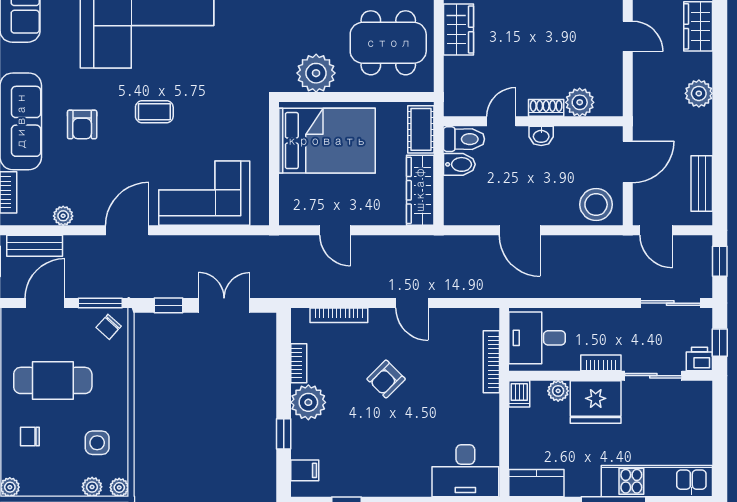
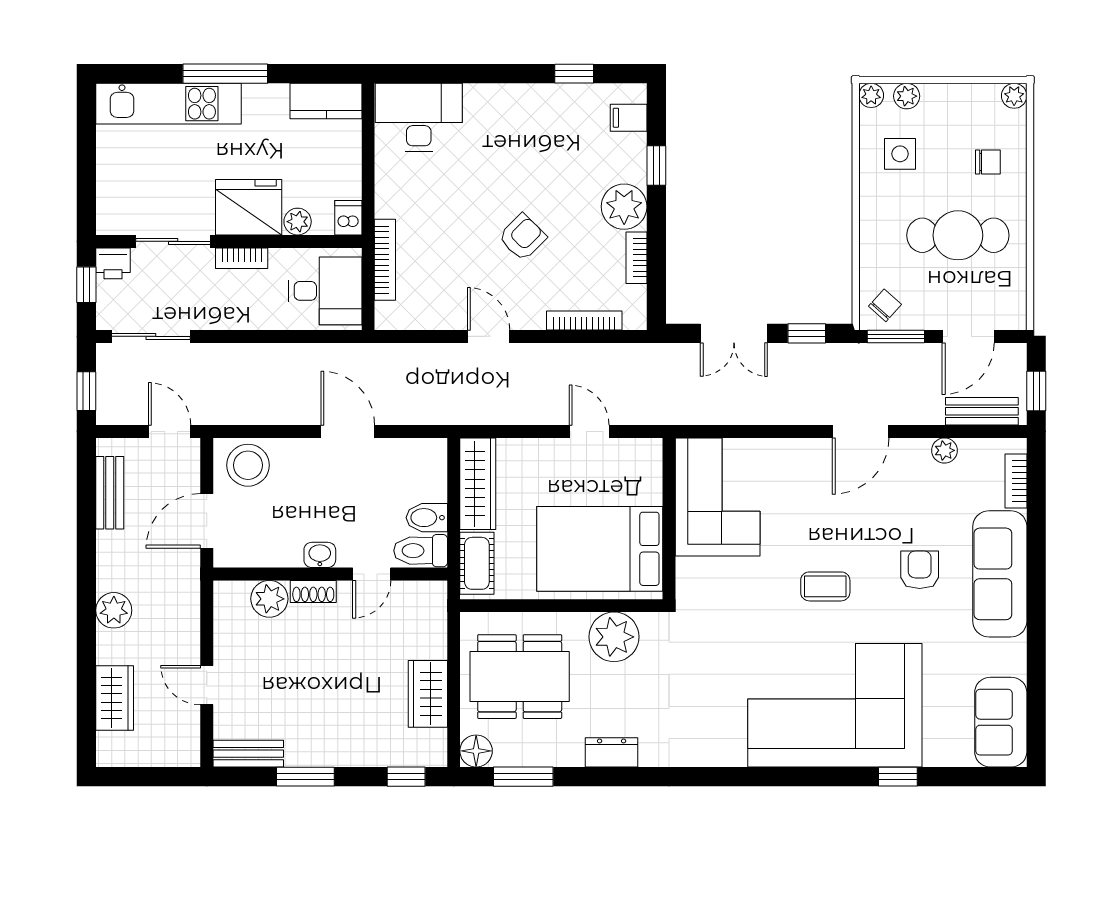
corner sofa: (204, 193) -> (718, 497), moved, turned -90

